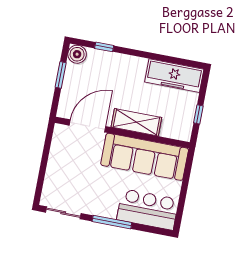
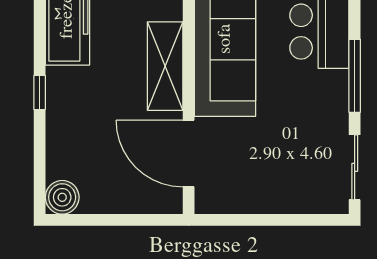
window: (104, 47) -> (40, 93), moved
window: (61, 75) -> (105, 220), removed

